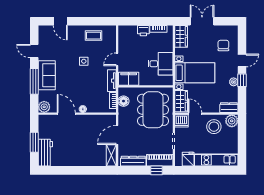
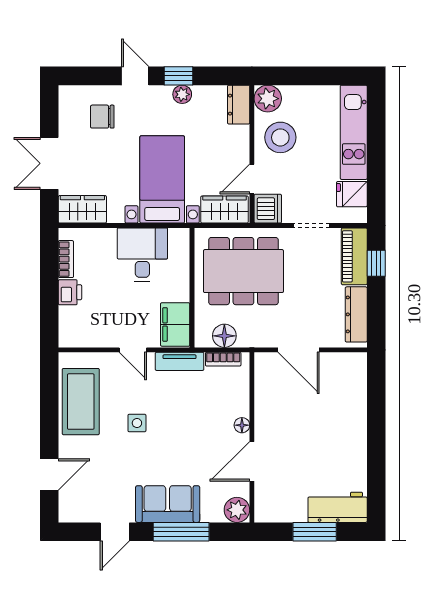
coffee table: (94, 36) -> (81, 402), width x1.86, depth x1.72
shelving: (111, 155) -> (343, 363), removed

